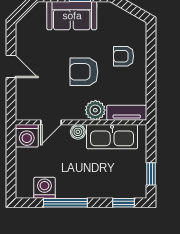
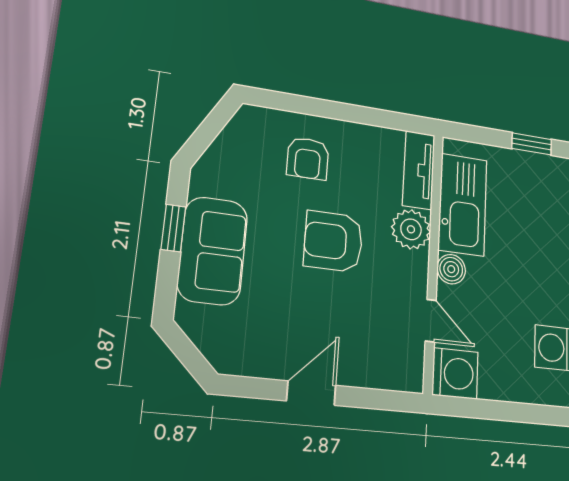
armchair: (84, 72) -> (333, 241), turned 90

